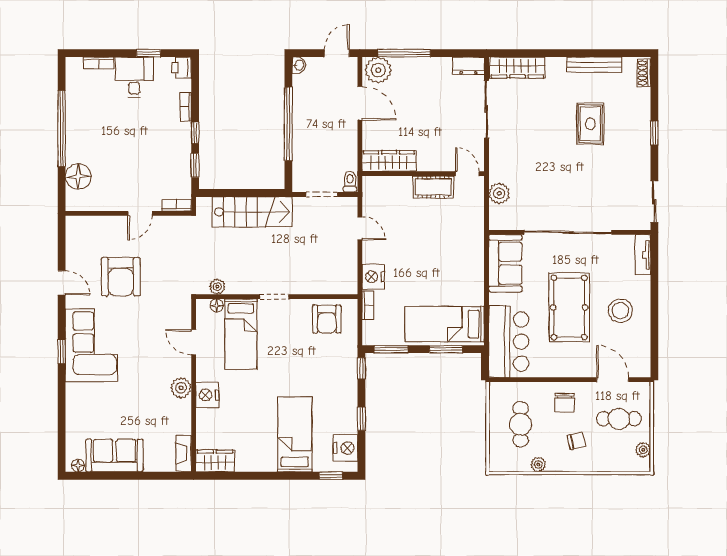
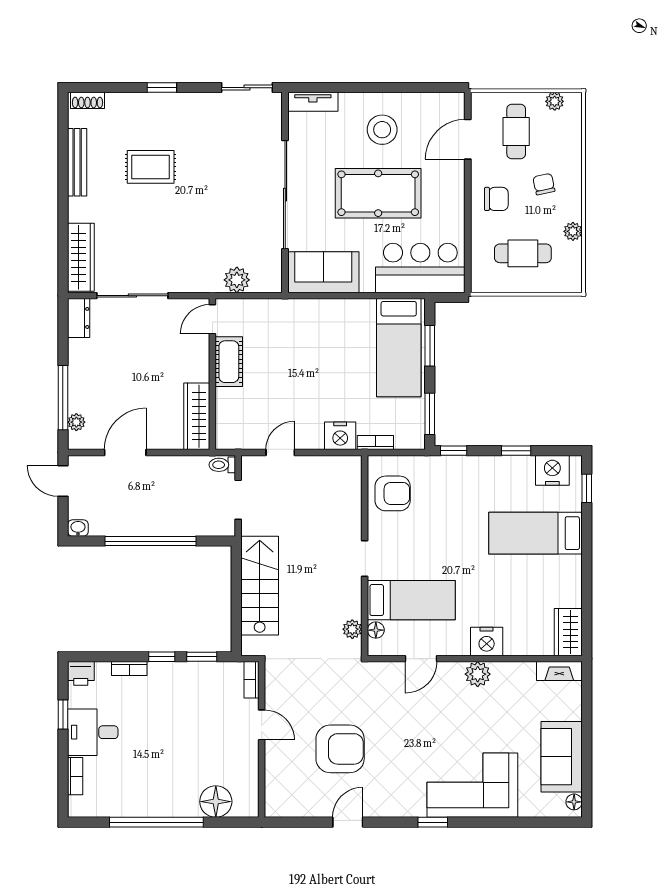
plant: (378, 70) -> (76, 422), width x0.53, depth x0.53
corner sofa: (91, 346) -> (472, 785), moved

